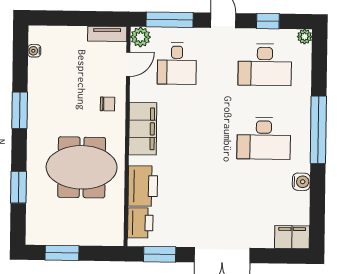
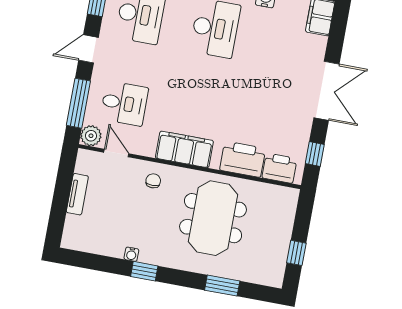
tv unit: (107, 34) -> (77, 194), moved
water cooler: (34, 51) -> (131, 254), moved
window: (20, 110) -> (144, 271), width x0.67
window: (62, 253) -> (296, 253), width x0.67
window: (160, 254) -> (315, 154), width x0.67

